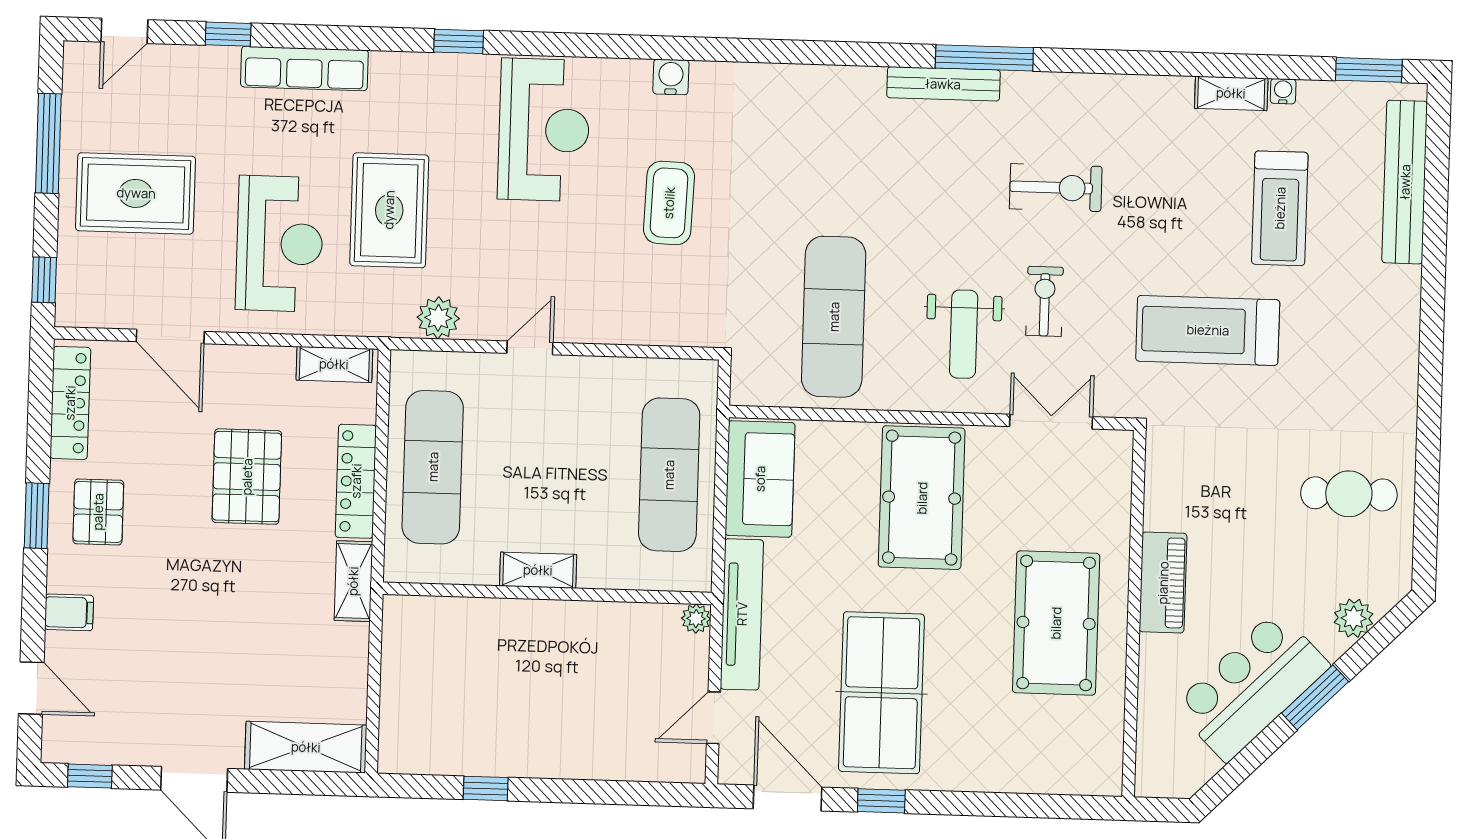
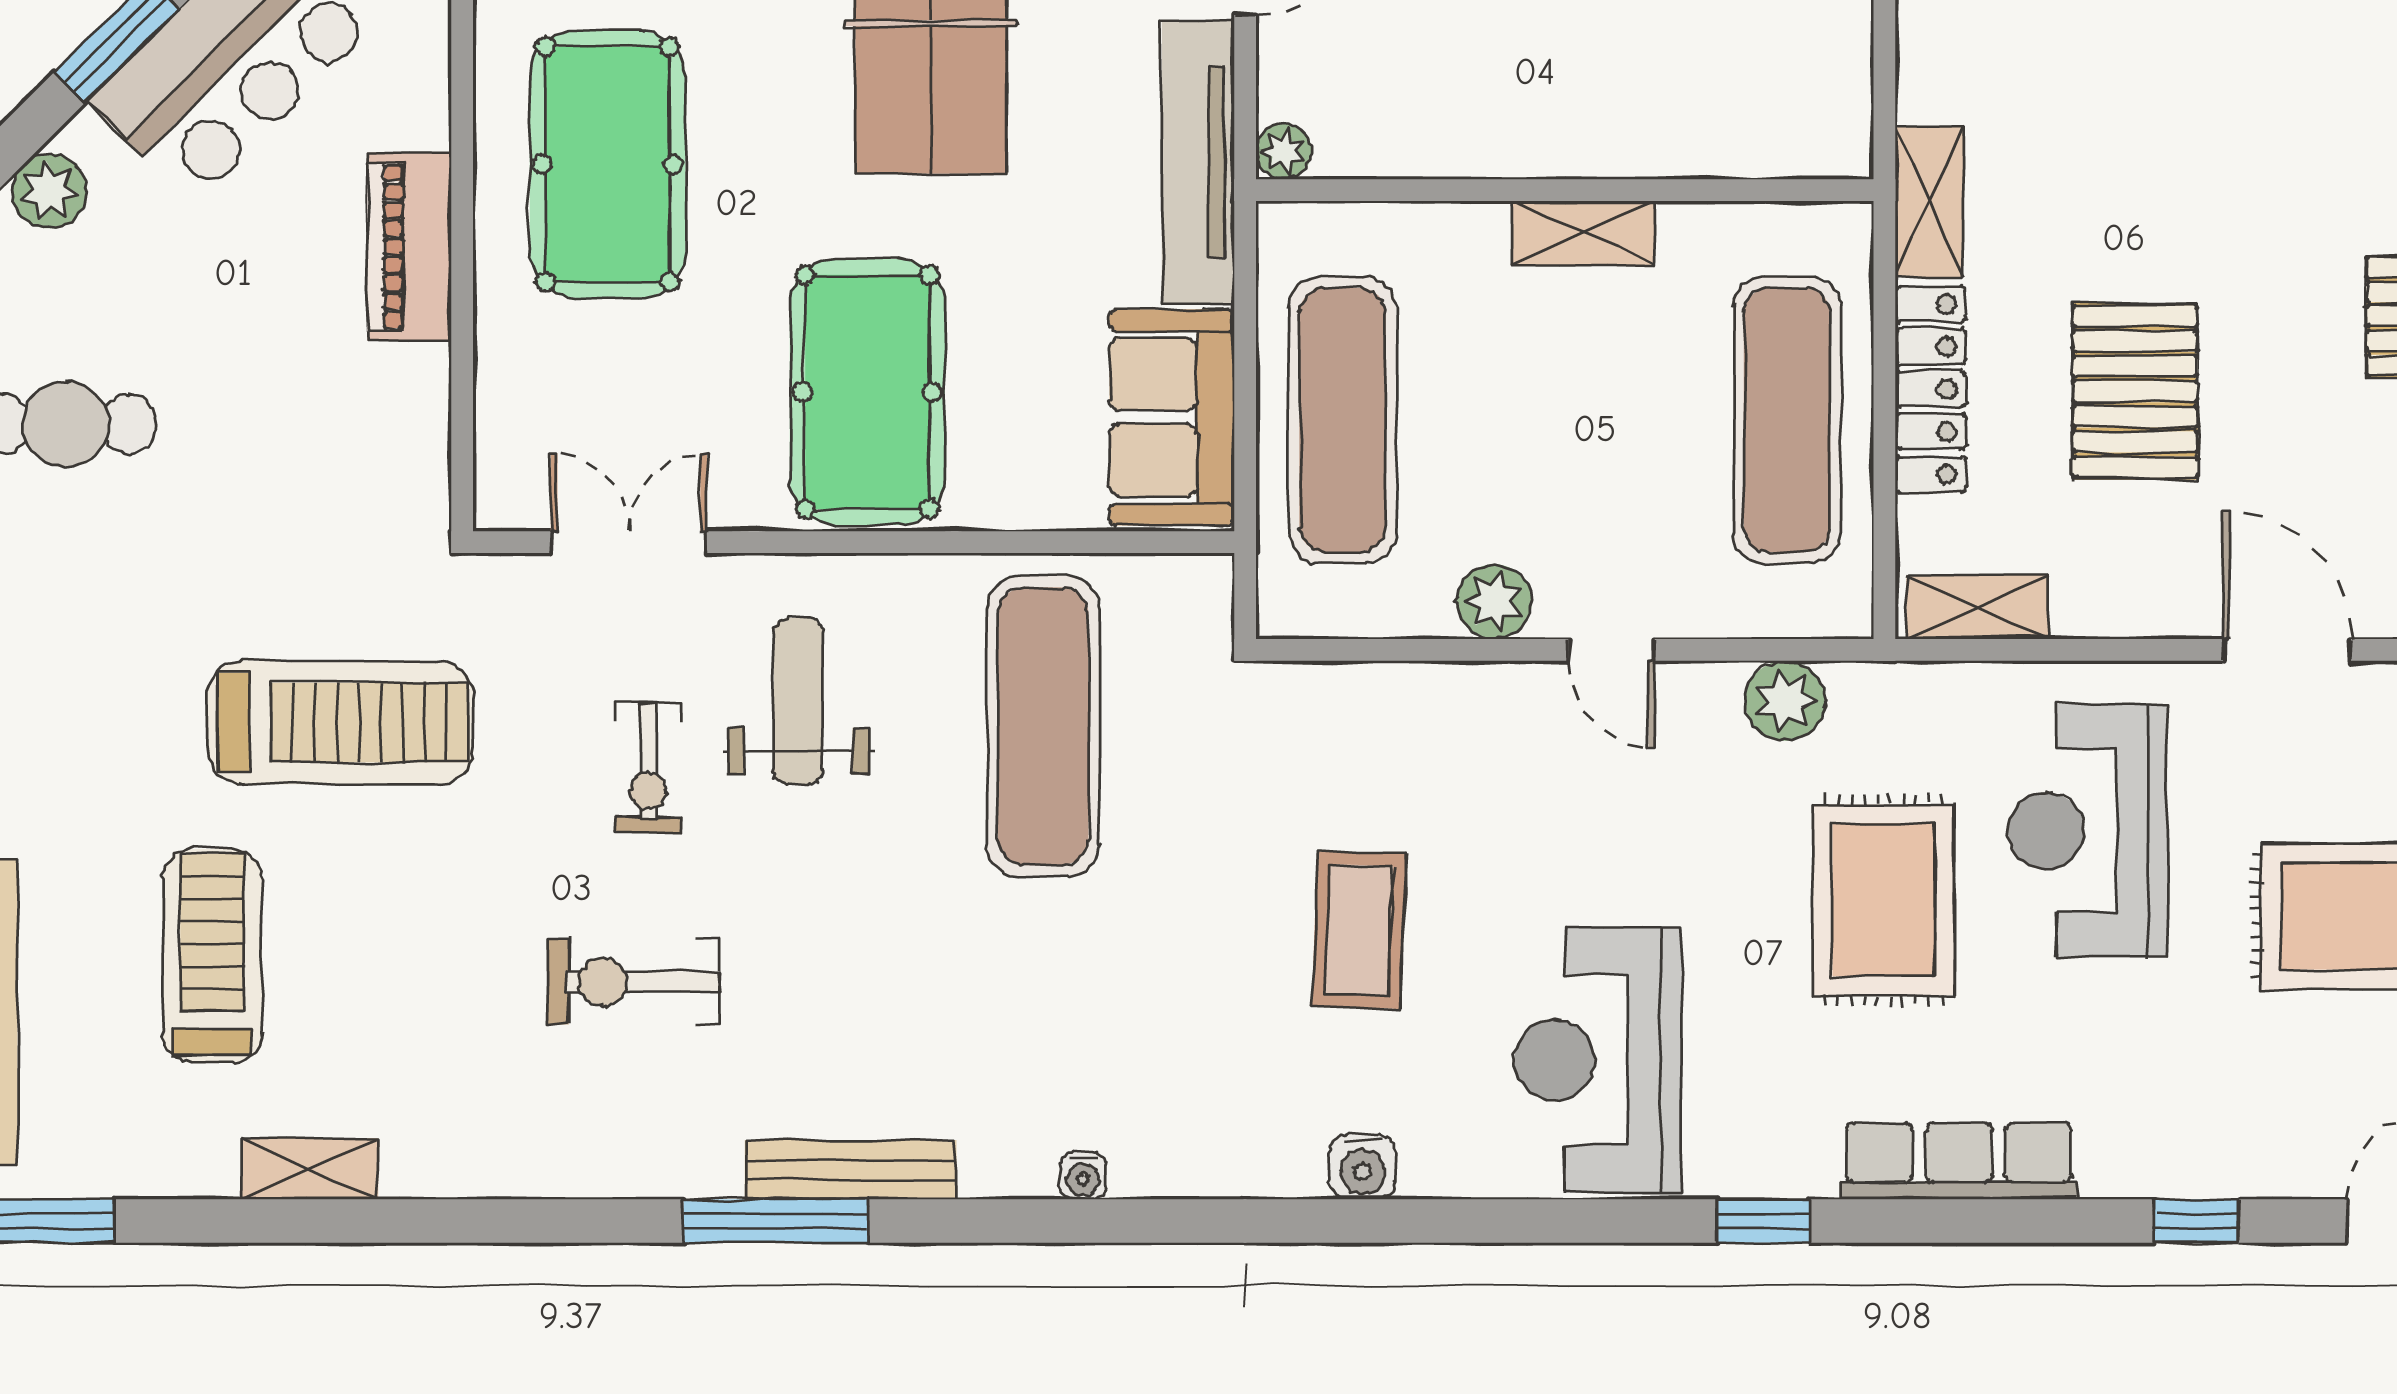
row of seats: (304, 68) -> (1959, 1161), moved
water cooler: (1283, 91) -> (1083, 1176), moved
door: (530, 348) -> (1611, 650), hinge flipped
plant: (591, 375) -> (1494, 602), added
double door: (1051, 422) -> (629, 542), swing flipped

